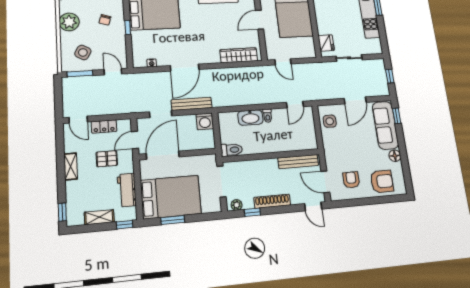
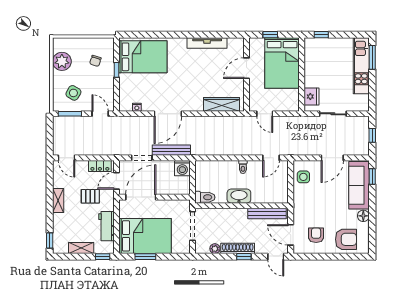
washbasin: (250, 118) -> (239, 196), moved, turned 180
locker: (104, 126) -> (100, 166), moved
plant: (237, 205) -> (215, 249), moved
window: (252, 212) -> (244, 257), moved

